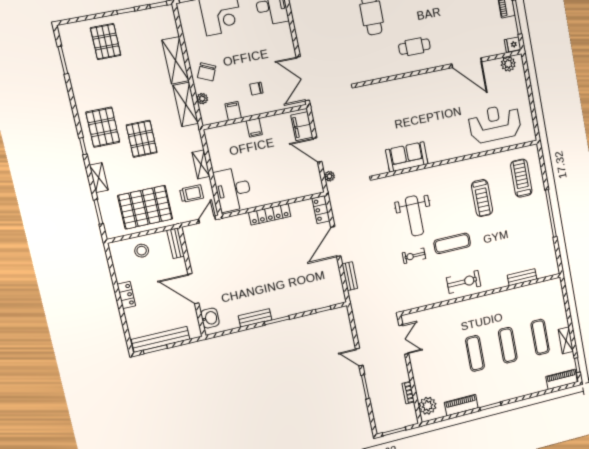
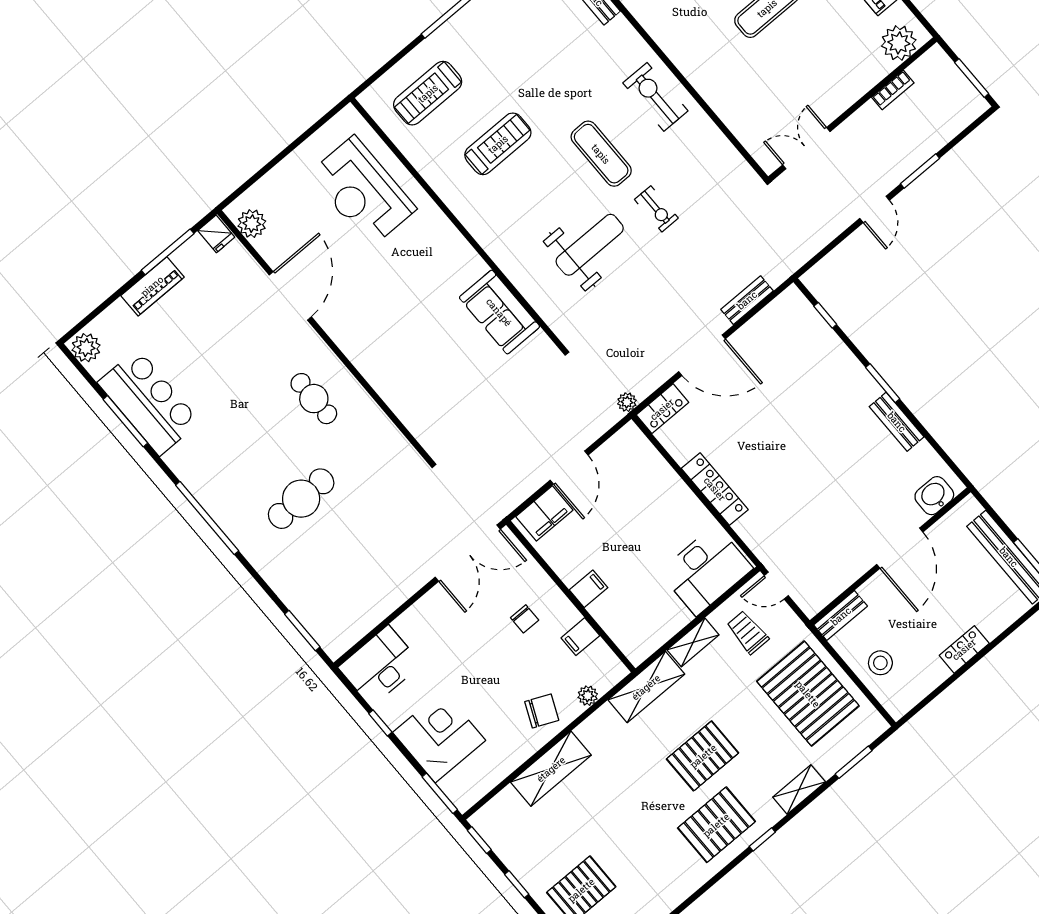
shelving: (186, 104) -> (646, 687), moved
plant: (329, 176) -> (627, 402), moved

